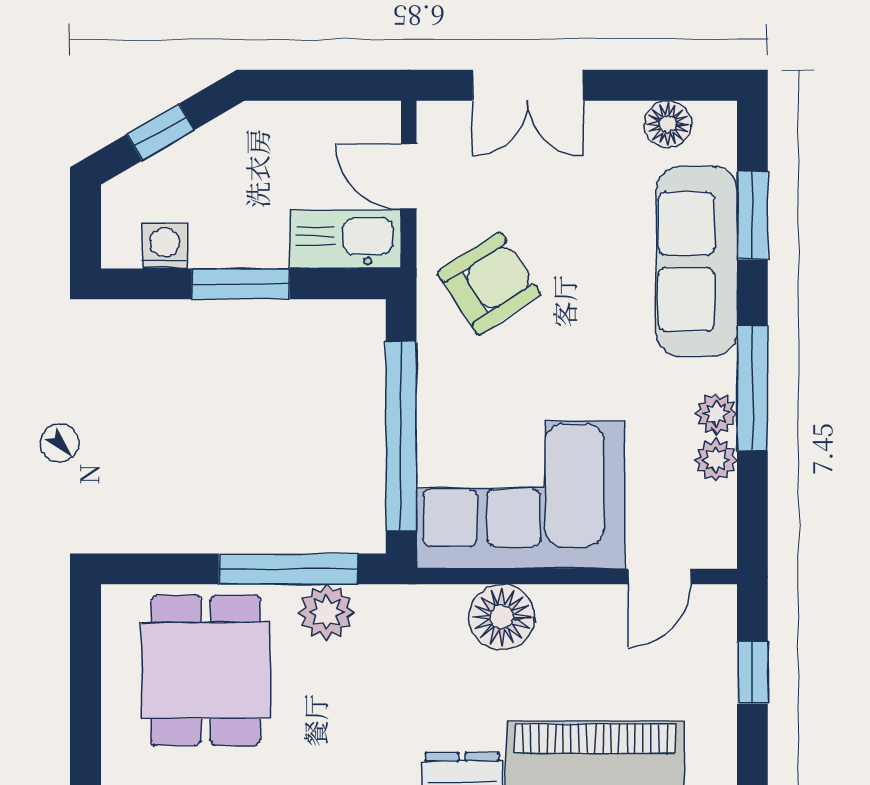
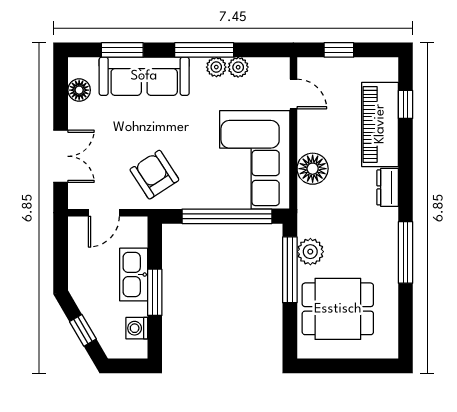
kitchen sink: (345, 239) -> (134, 275), moved

